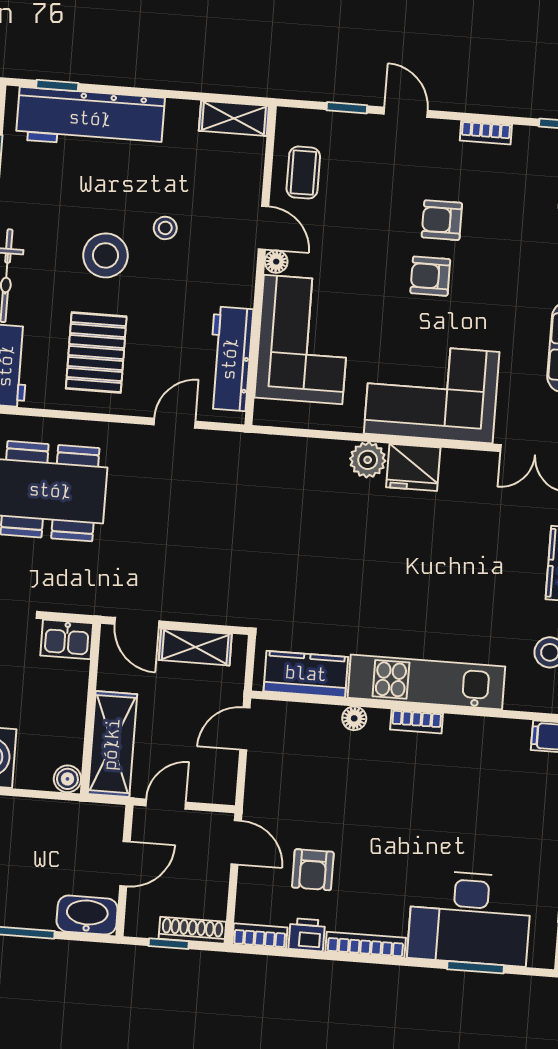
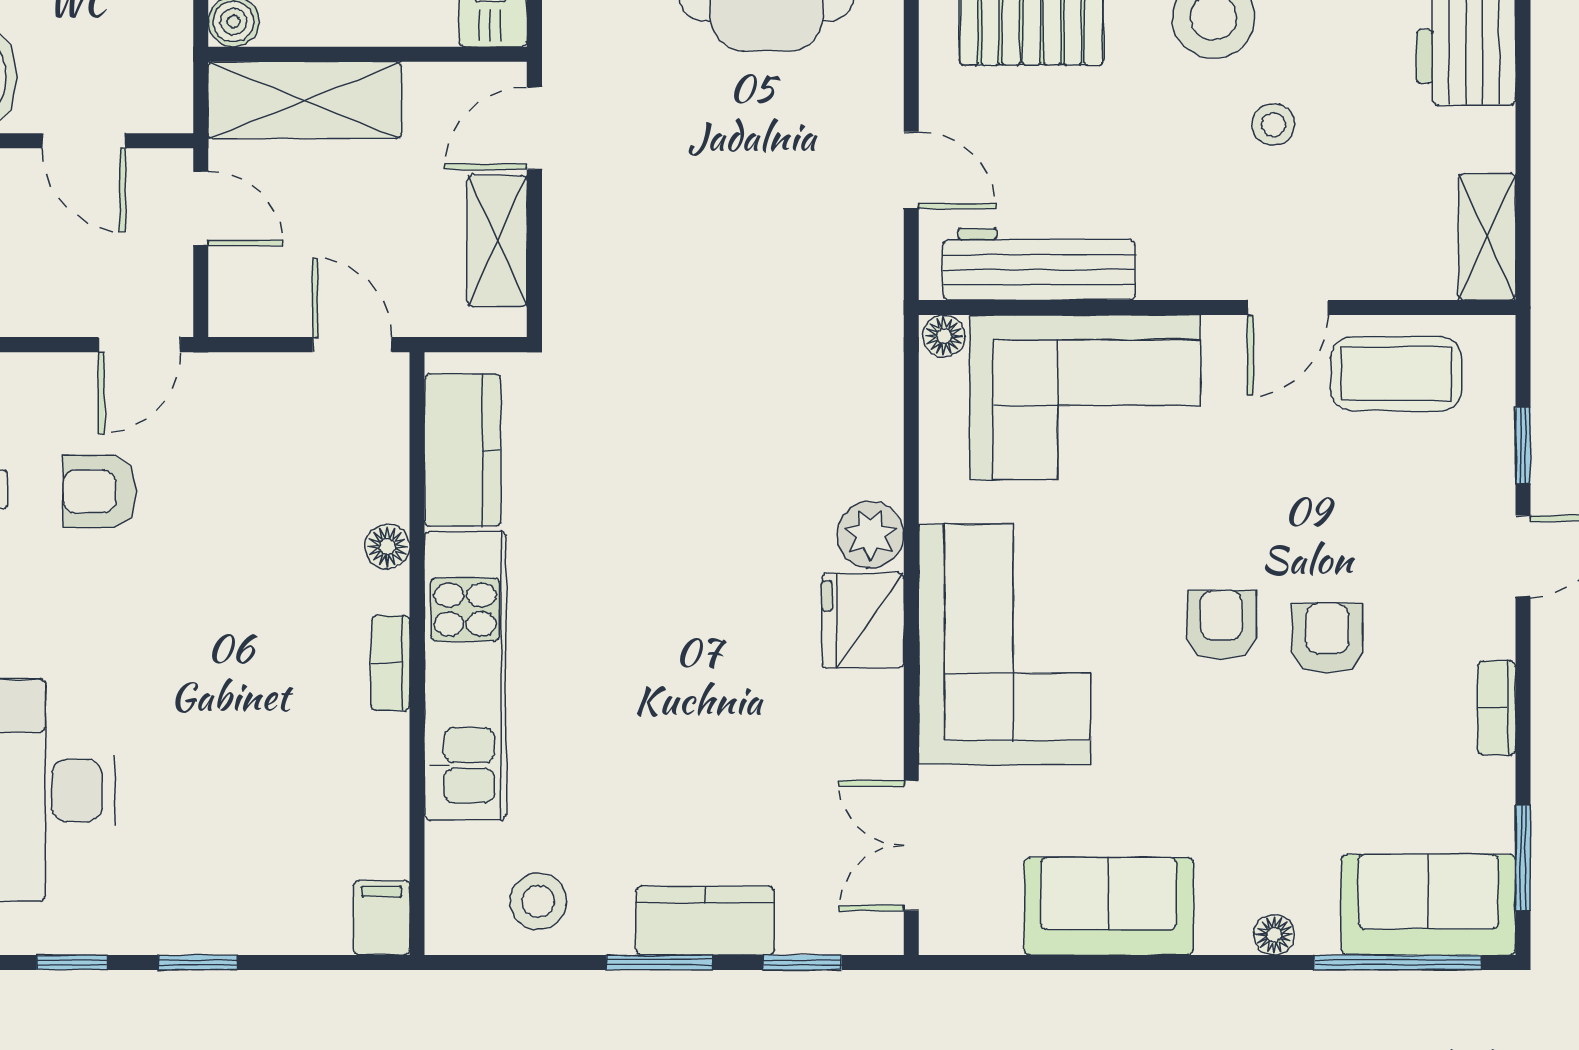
coffee table: (303, 173) -> (1396, 374), width x1.36, depth x1.30
floor lamp: (276, 262) -> (944, 336), moved

